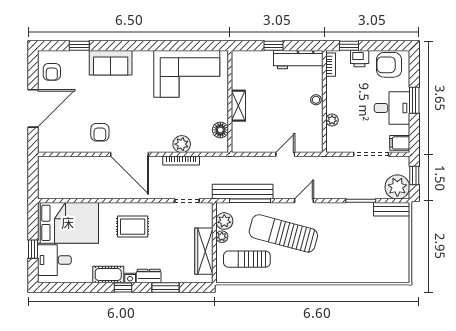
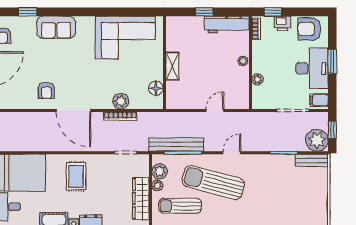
desk: (392, 108) -> (312, 68), width x1.37
rug: (133, 227) -> (76, 176), turned 90

